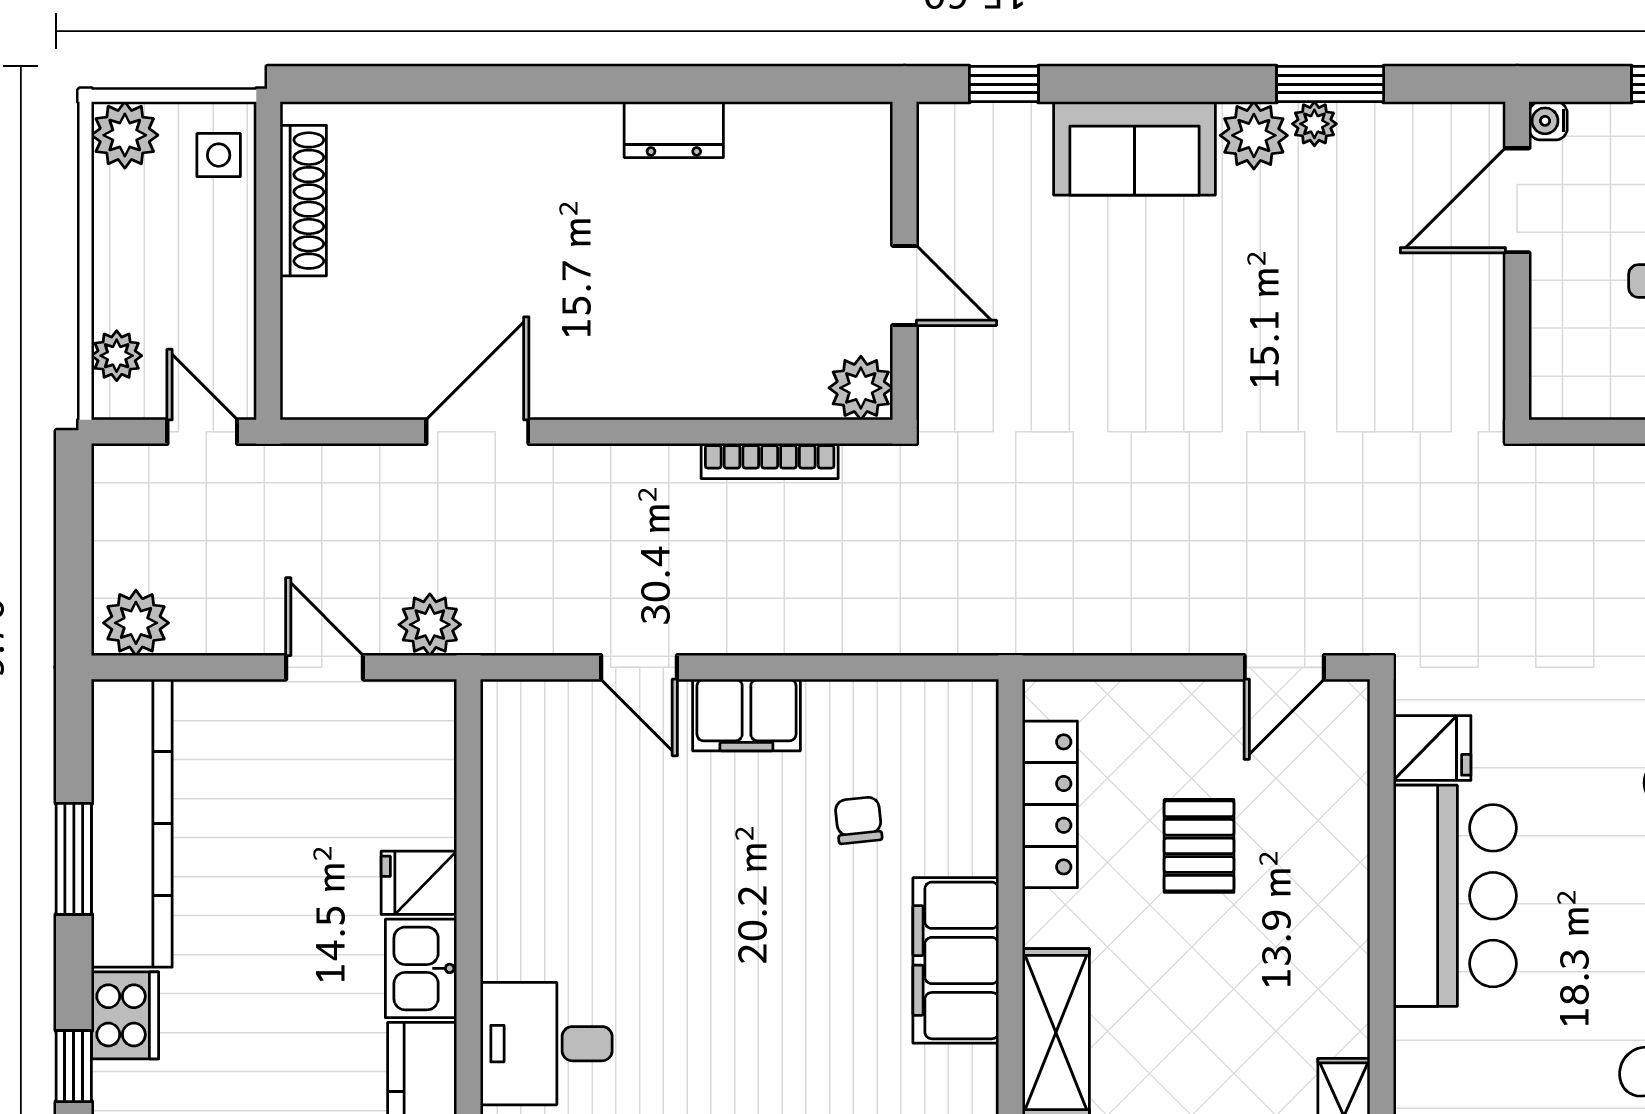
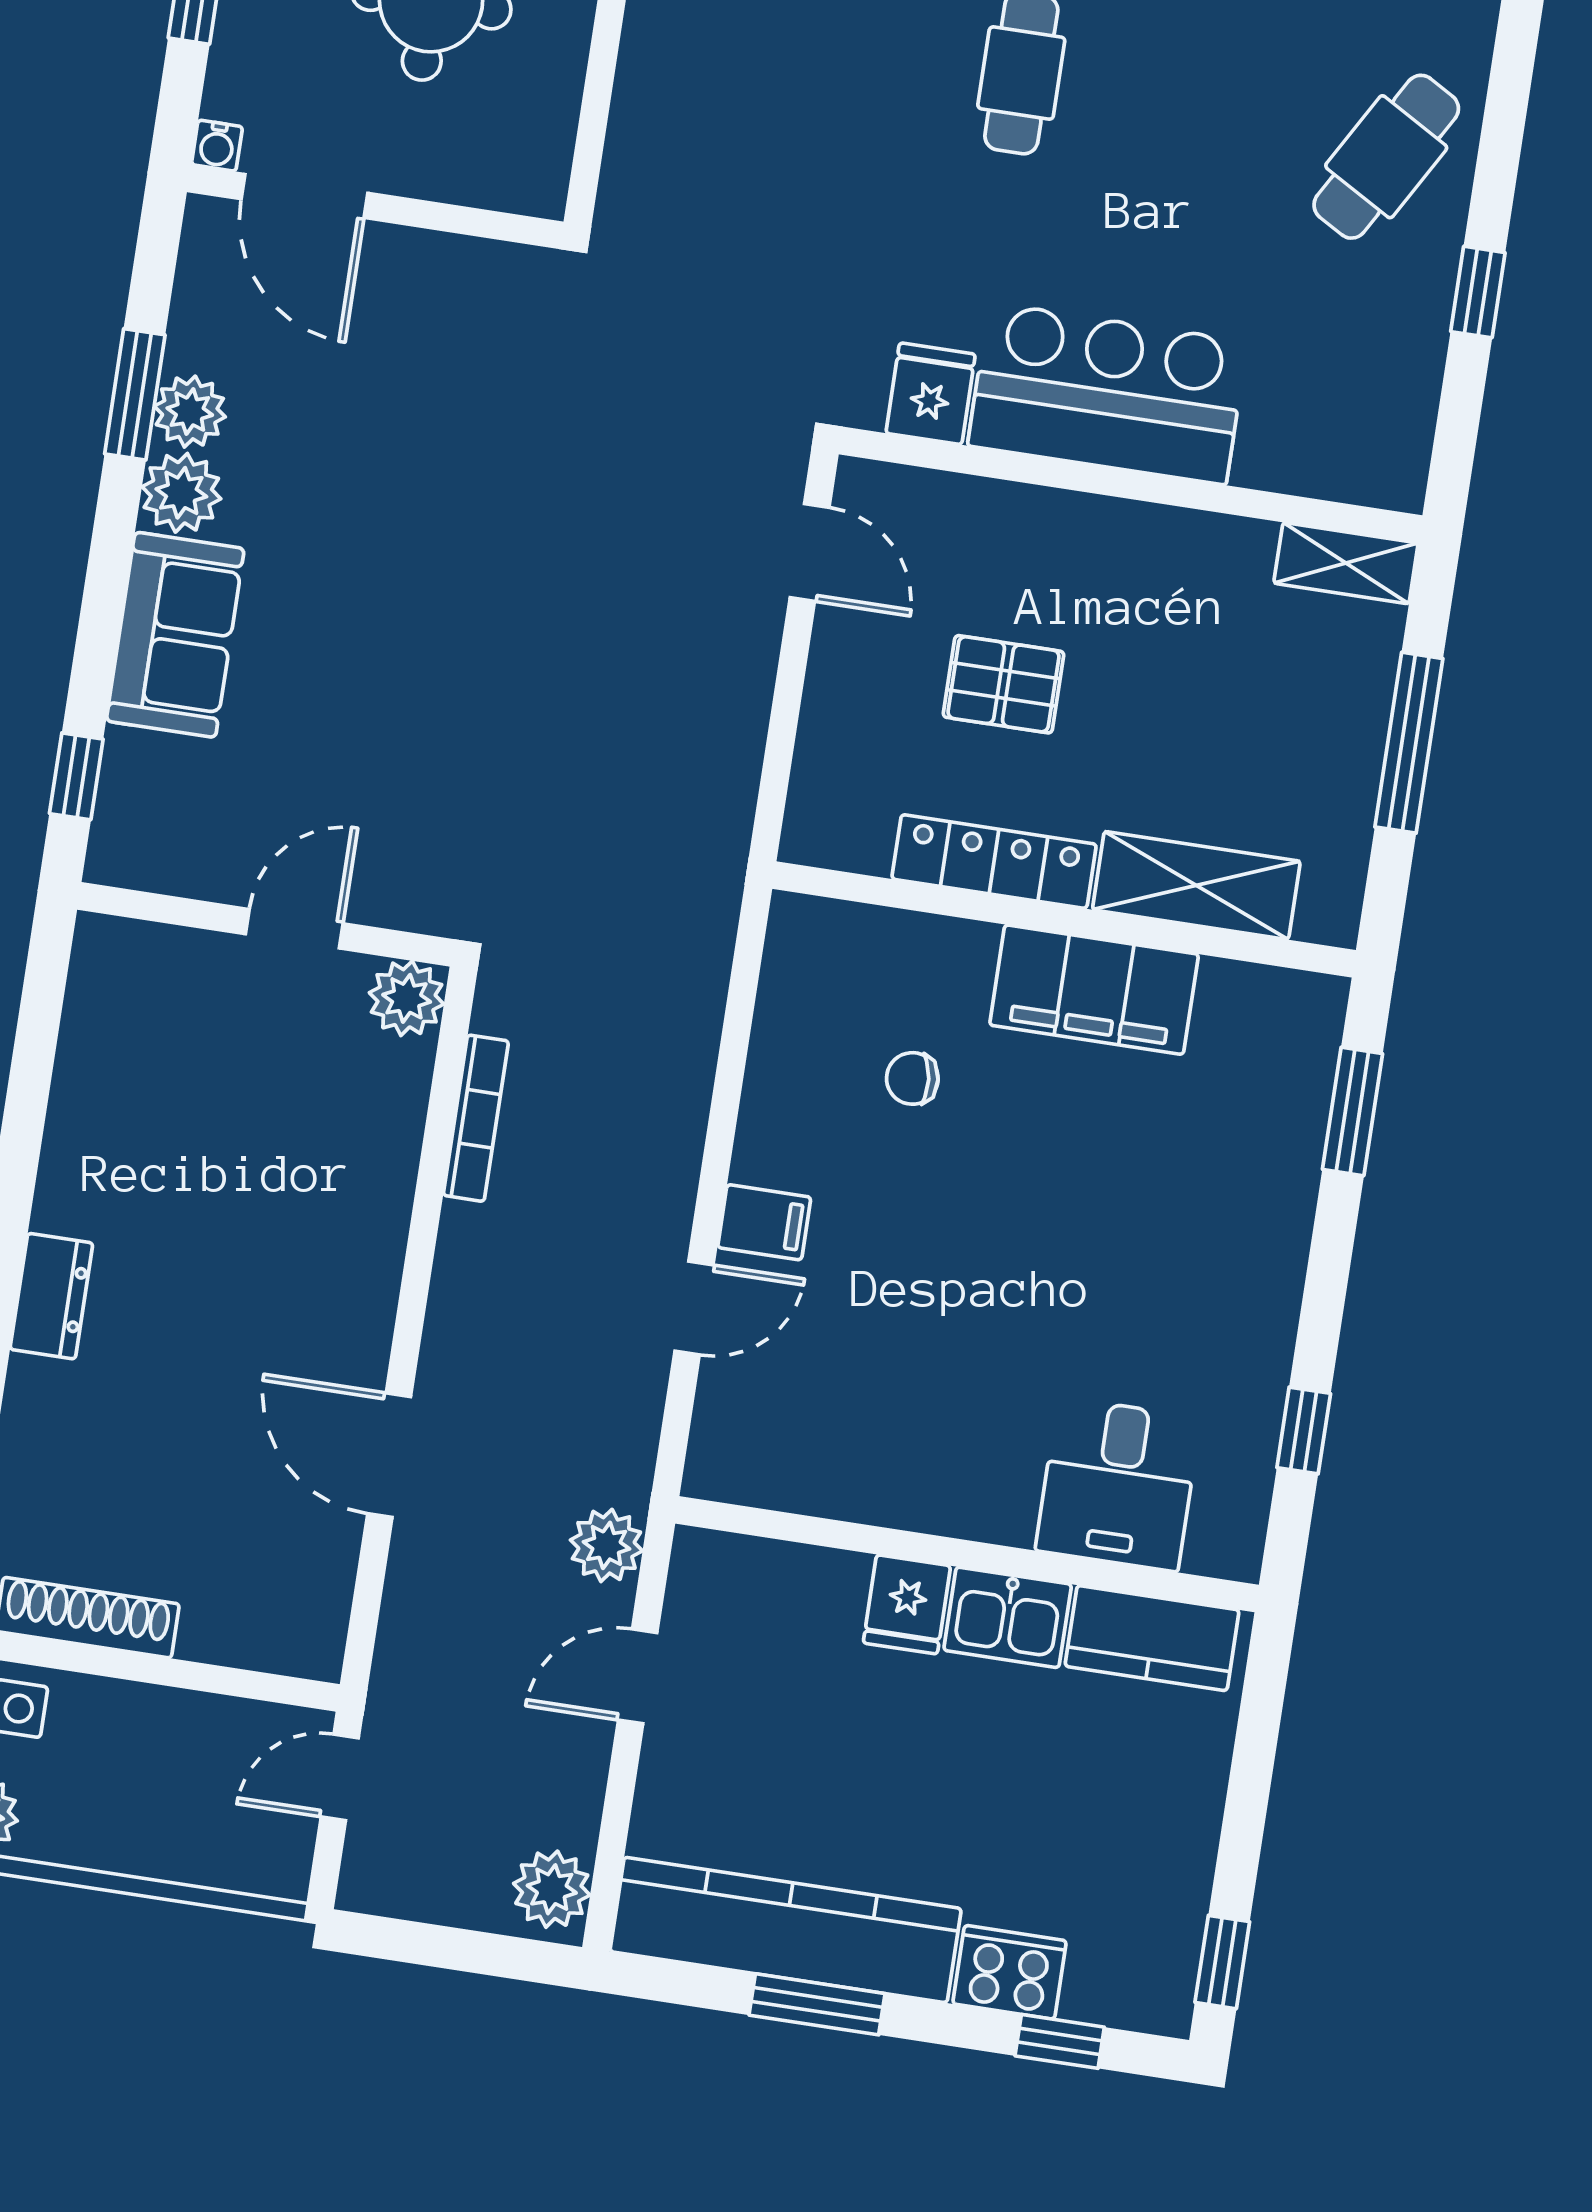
plant: (1314, 124) -> (190, 412), width x1.38, depth x1.38
dresser: (674, 130) -> (51, 1296), moved
plant: (117, 356) -> (235, 1864), removed
filing cabinet: (746, 715) -> (764, 1222), width x0.50
locker: (1050, 804) -> (994, 862), moved

